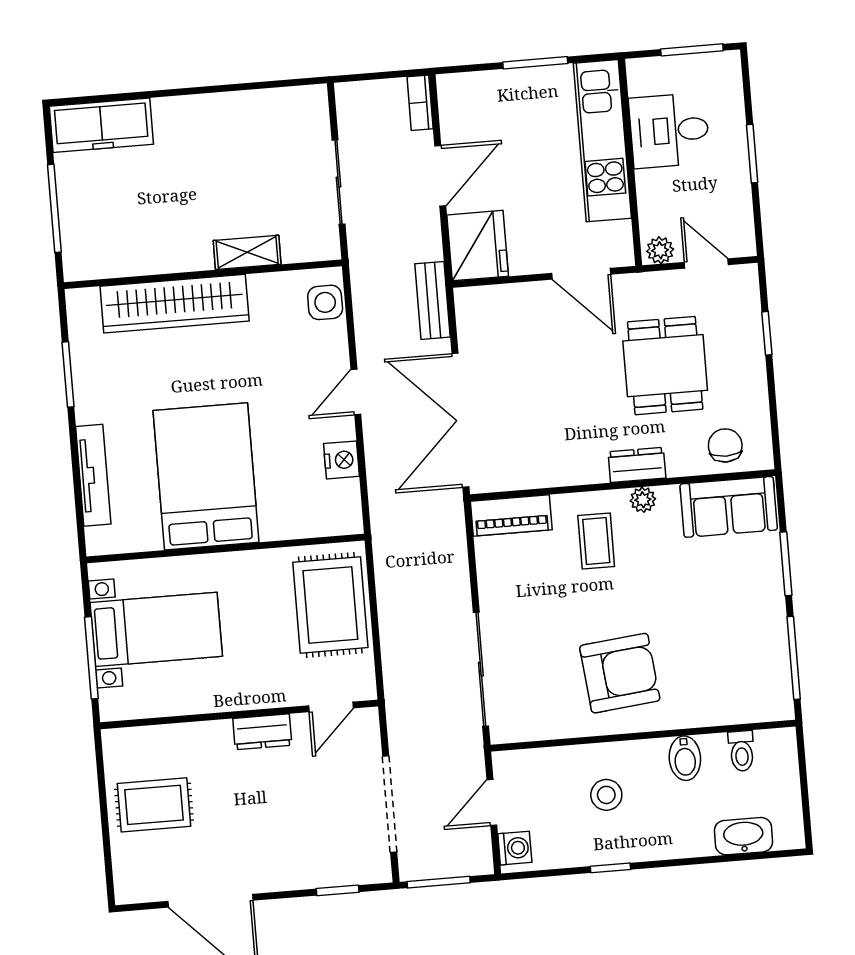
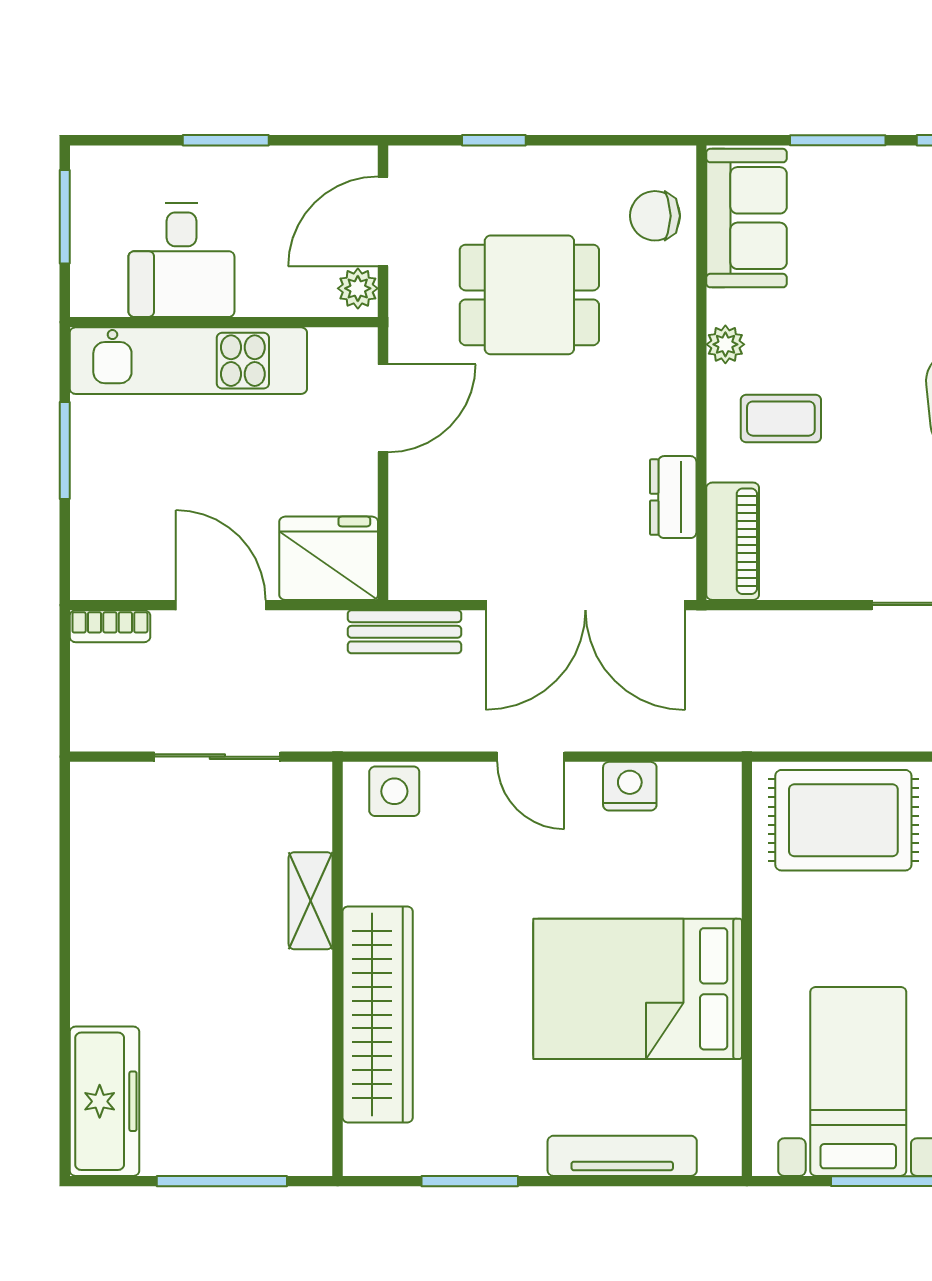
door: (706, 263) -> (383, 222), width x1.38
dresser: (637, 465) -> (673, 497), moved

